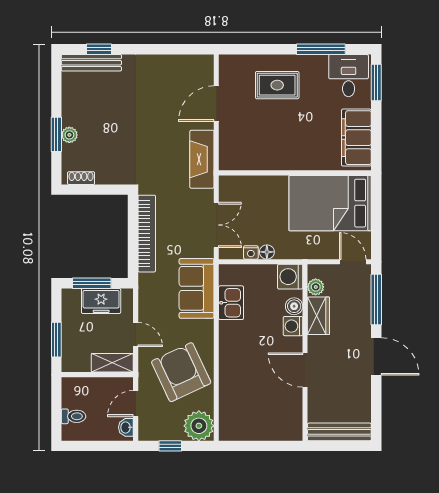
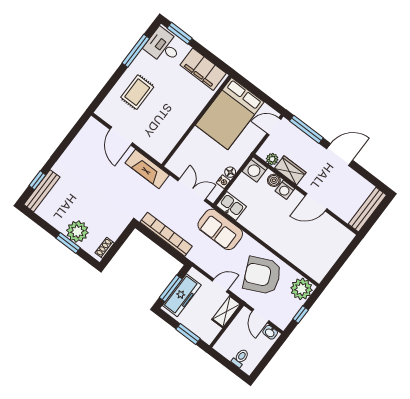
plant: (69, 135) -> (77, 231), width x1.88, depth x1.88
freezer: (101, 301) -> (182, 295), width x1.40
kitchen sink: (231, 303) -> (231, 206), moved

